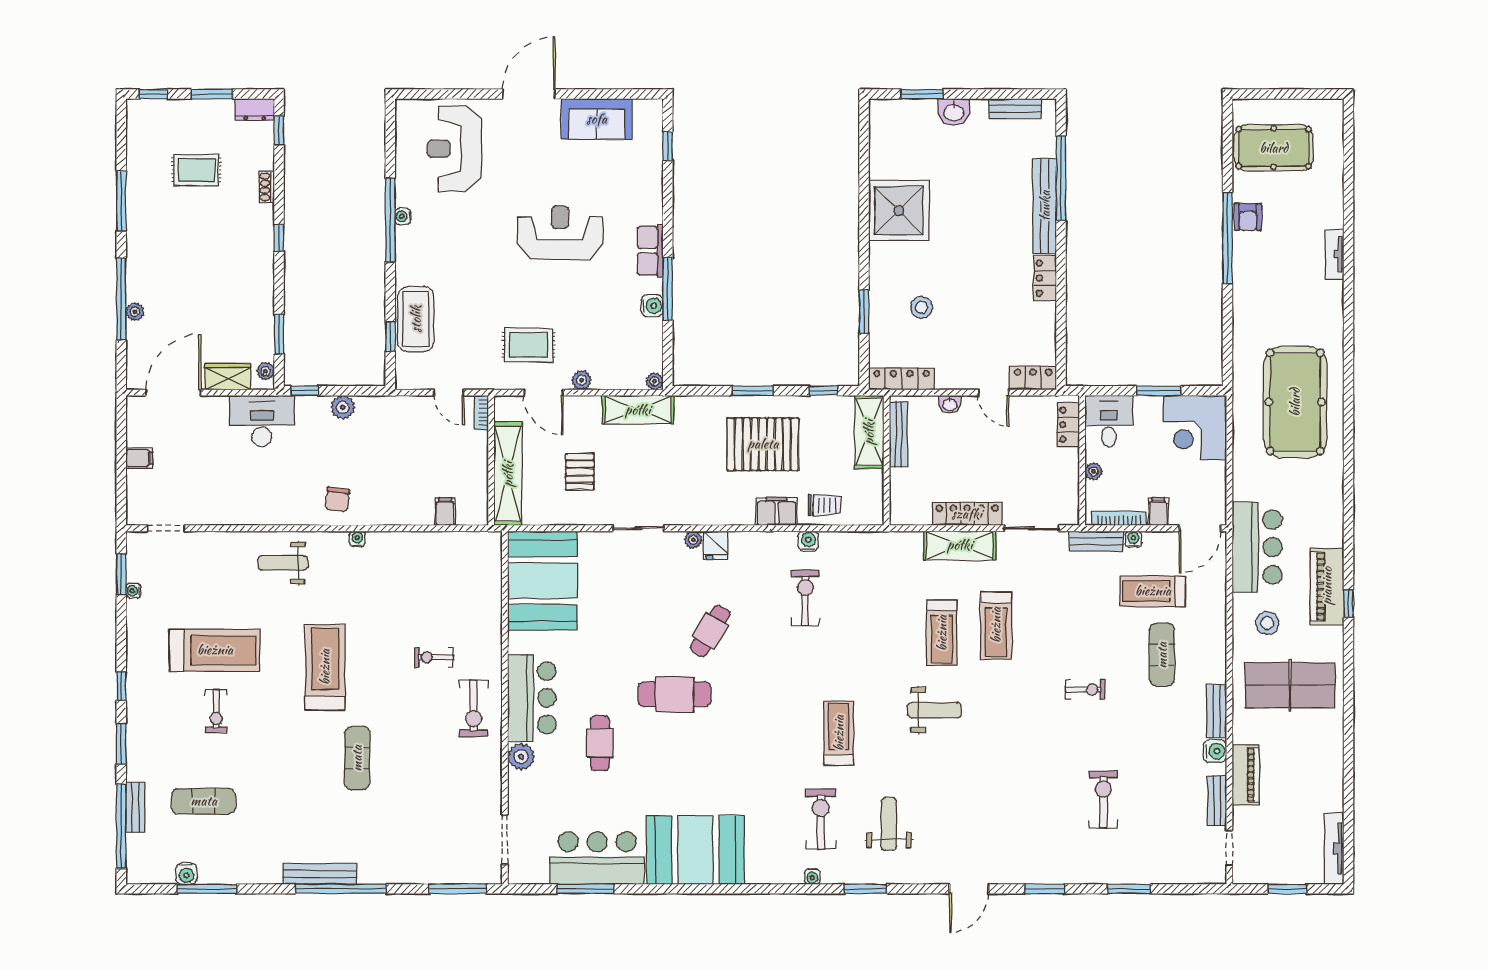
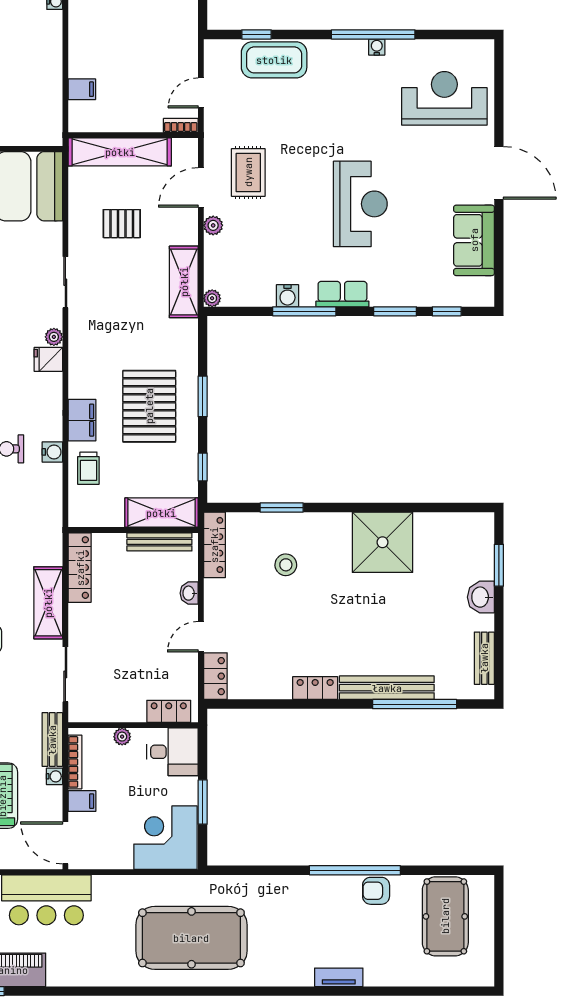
window: (668, 198) -> (395, 311), added
locker: (967, 514) -> (80, 568), moved

